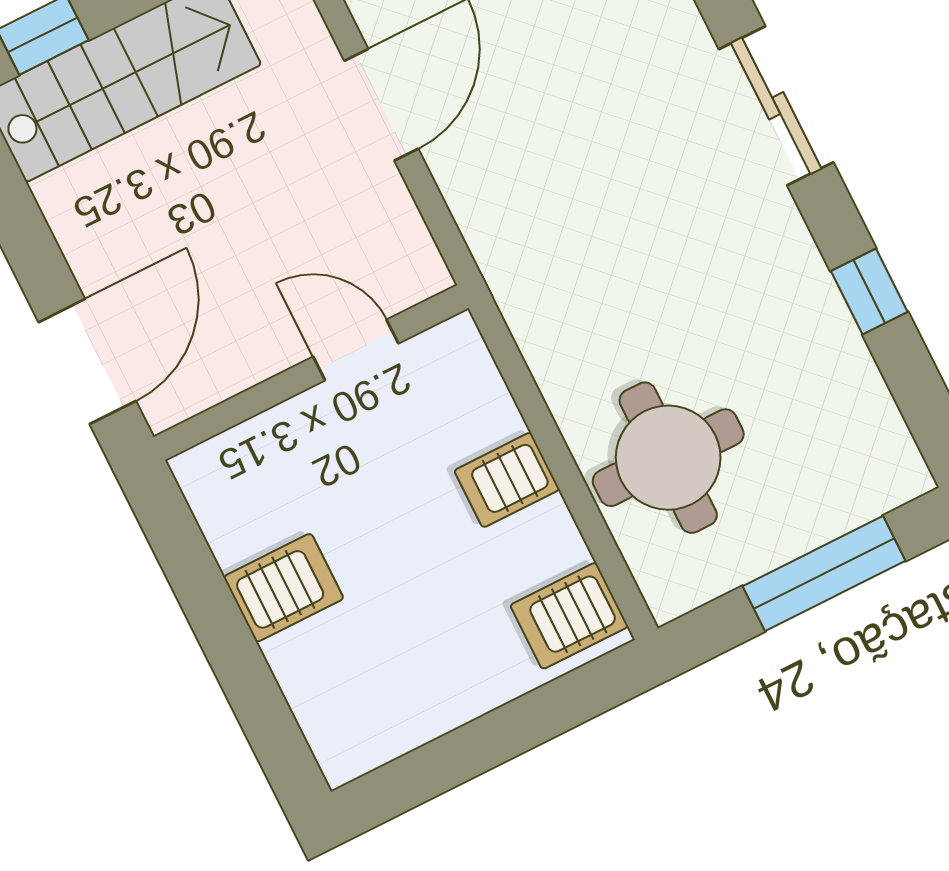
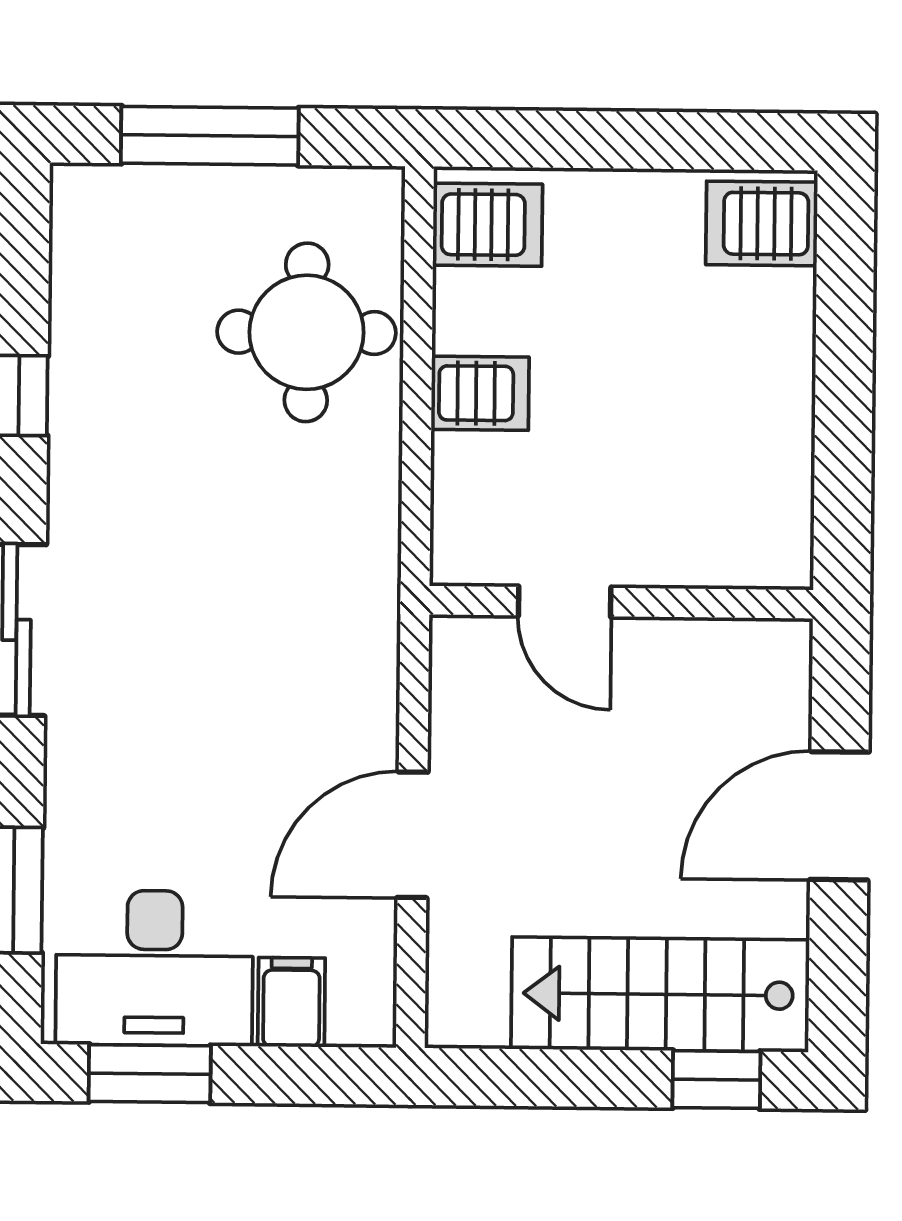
door: (87, 362) -> (839, 816), moved
server rack: (284, 588) -> (762, 223), moved

